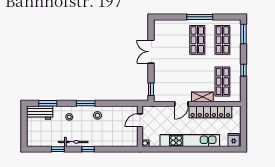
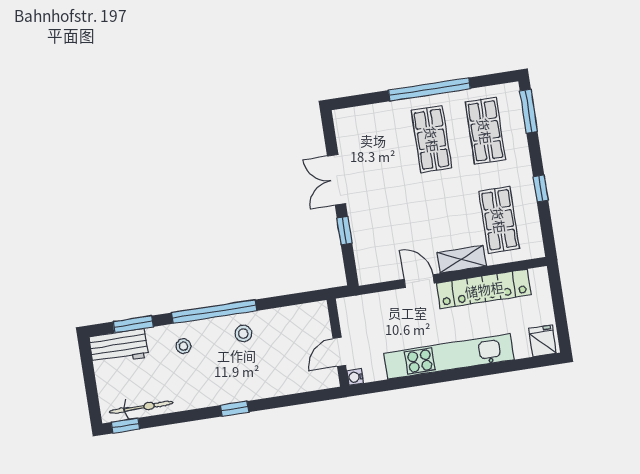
window: (200, 17) -> (429, 89), width x1.46
window: (151, 89) -> (344, 231), moved
window: (86, 103) -> (214, 312), width x2.11
door: (181, 104) -> (419, 281), swing flipped
door: (140, 120) -> (339, 352), moved
bicycle: (73, 142) -> (141, 407), moved
window: (58, 149) -> (125, 426), moved

